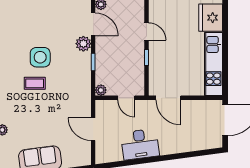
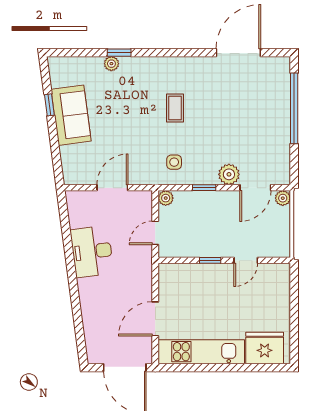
side table: (40, 57) -> (174, 162), moved, width x0.54, depth x0.54
door: (168, 98) -> (155, 319), moved

